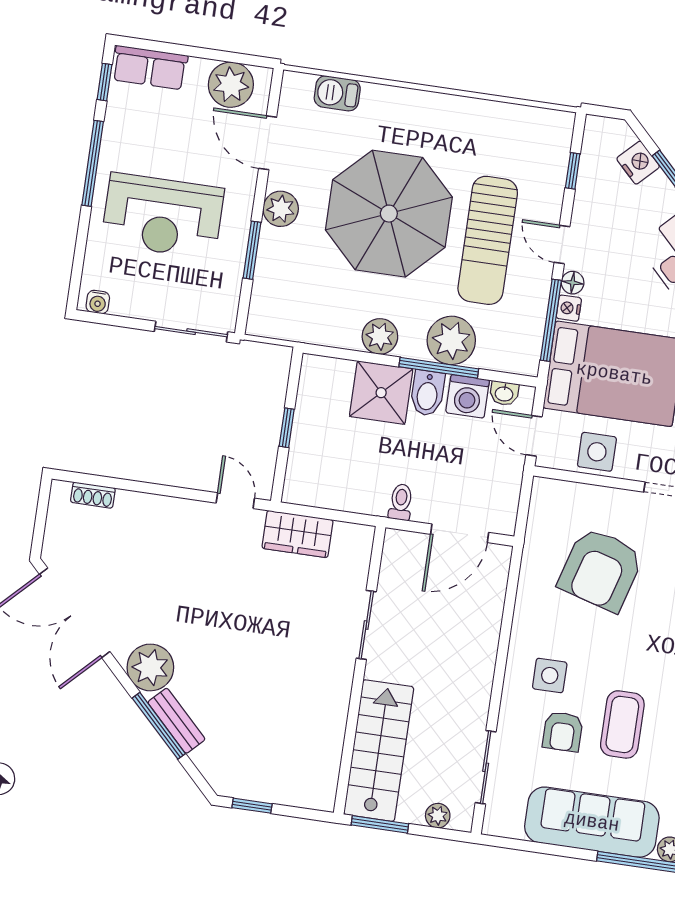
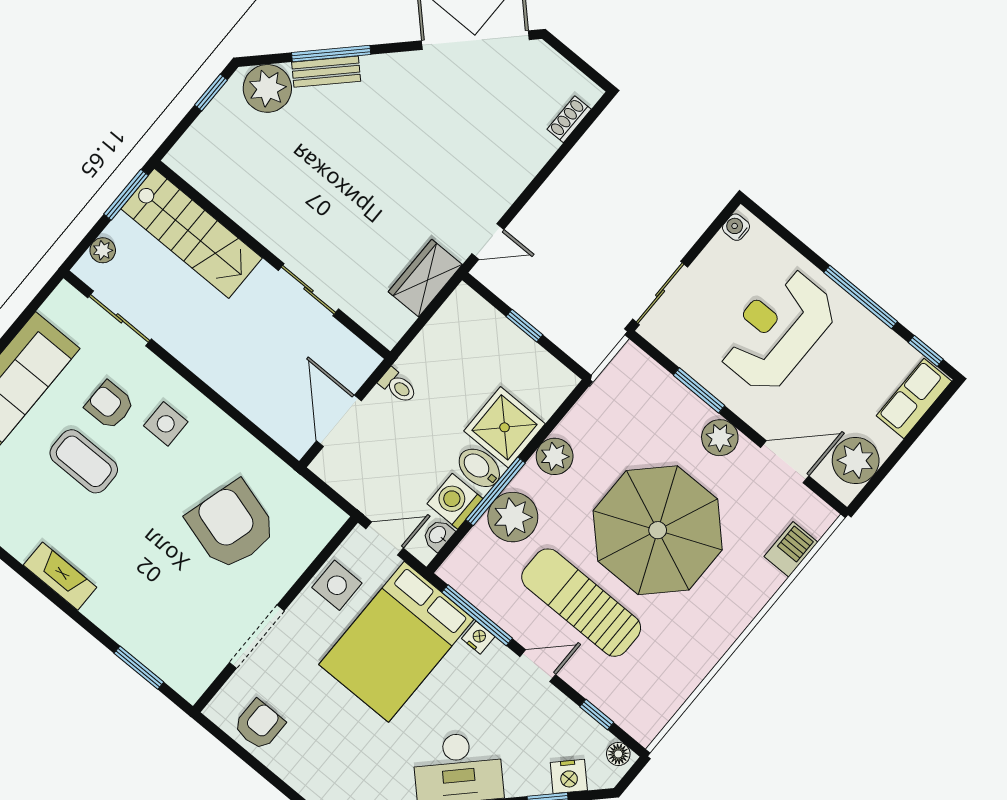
floor lamp: (573, 283) -> (618, 754), moved
plant: (150, 667) -> (267, 88), moved

